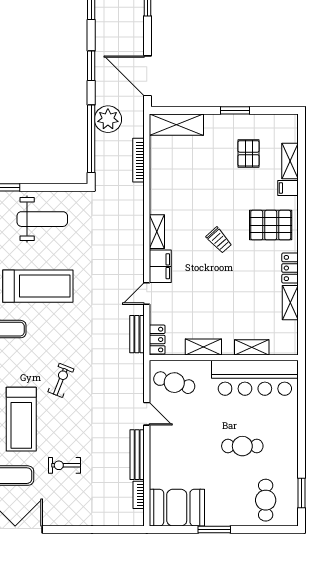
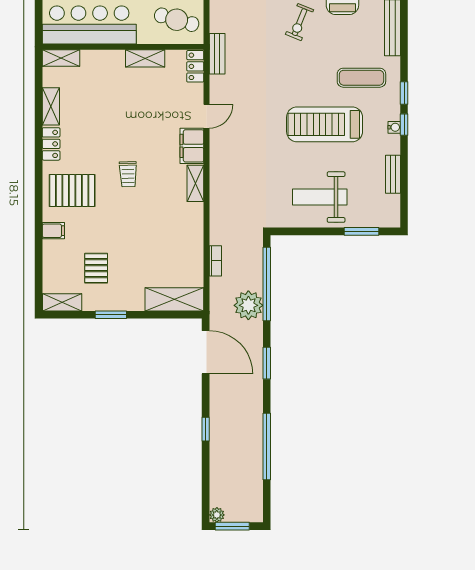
bookcase: (139, 160) -> (215, 261), width x0.64
shelving: (290, 161) -> (62, 302), moved, turned 90
trolley: (219, 240) -> (128, 174), turned -140
bench: (137, 334) -> (217, 54), moved
shelving: (252, 347) -> (61, 58), moved

